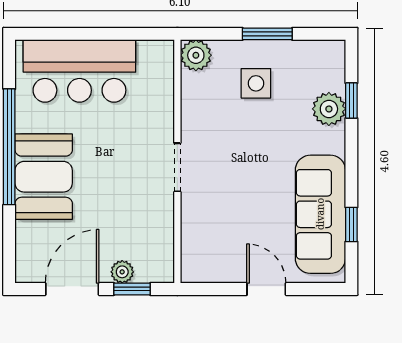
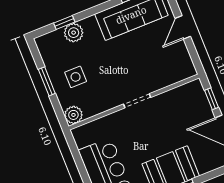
plant: (122, 272) -> (204, 108), removed

